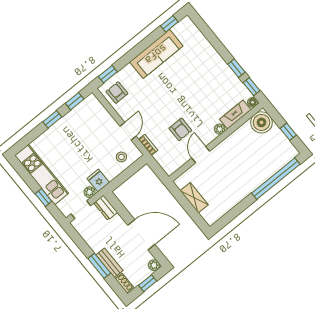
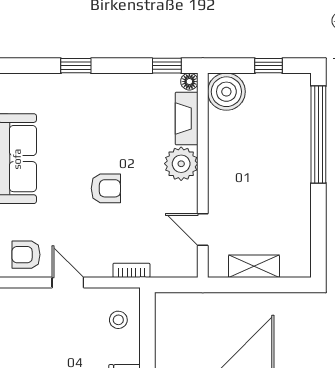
window: (236, 68) -> (76, 66), moved
armchair: (180, 129) -> (106, 188), moved
plant: (220, 129) -> (181, 164), width x1.88, depth x1.88
door: (128, 131) -> (68, 282), moved
door: (201, 155) -> (203, 230), moved

